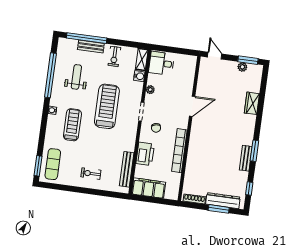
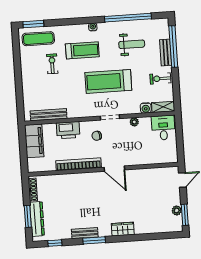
wardrobe: (252, 103) -> (123, 229), moved
treadmill: (107, 106) -> (108, 81), turned 180
door: (192, 106) -> (114, 169), moved
exercise bike: (91, 174) -> (52, 64), moved

